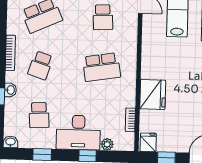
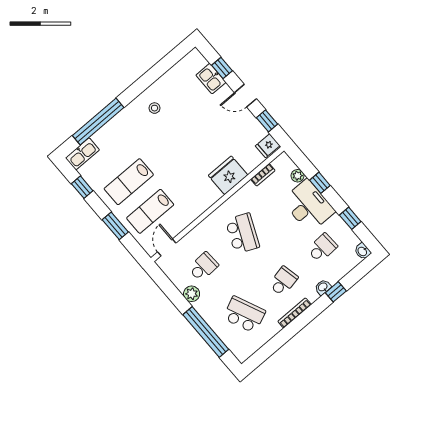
school desk: (40, 65) -> (283, 281), turned -30
school desk: (101, 67) -> (242, 233), turned 33

